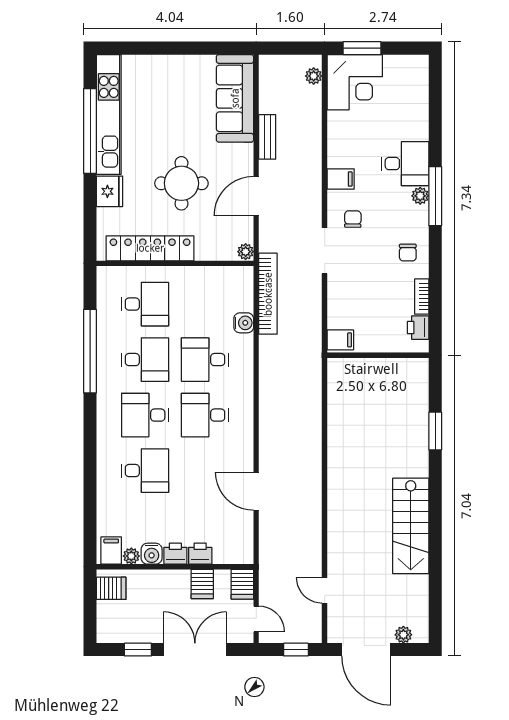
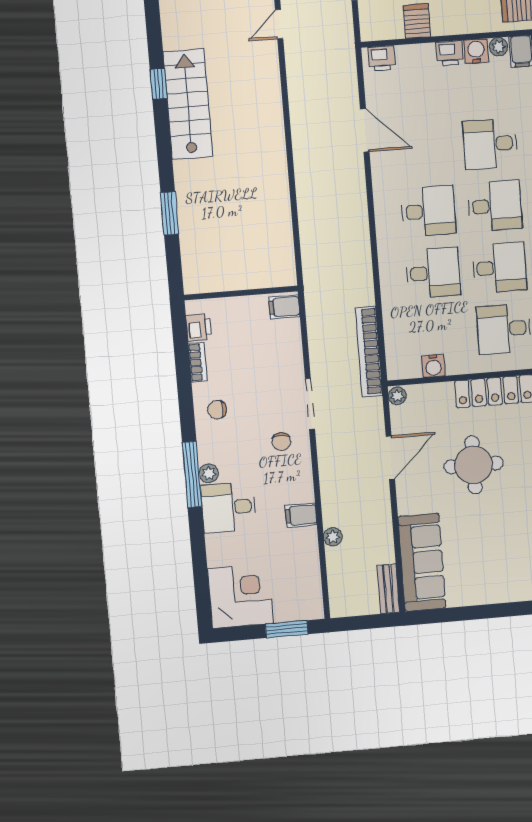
plant: (314, 76) -> (333, 537), moved
corner desk: (355, 82) -> (240, 596), moved, turned 90
bench: (267, 137) -> (388, 589), moved
filing cabinet: (341, 179) -> (301, 515), moved
chair: (408, 253) -> (217, 410), turned -90
water cooler: (244, 323) -> (433, 366), moved, turned -90
desk: (145, 360) -> (499, 268), turned 180
window: (435, 546) -> (158, 84), added
printer: (200, 554) -> (382, 58), moved
server rack: (242, 584) -> (372, 24), removed
door: (325, 590) -> (279, 24), swing flipped

